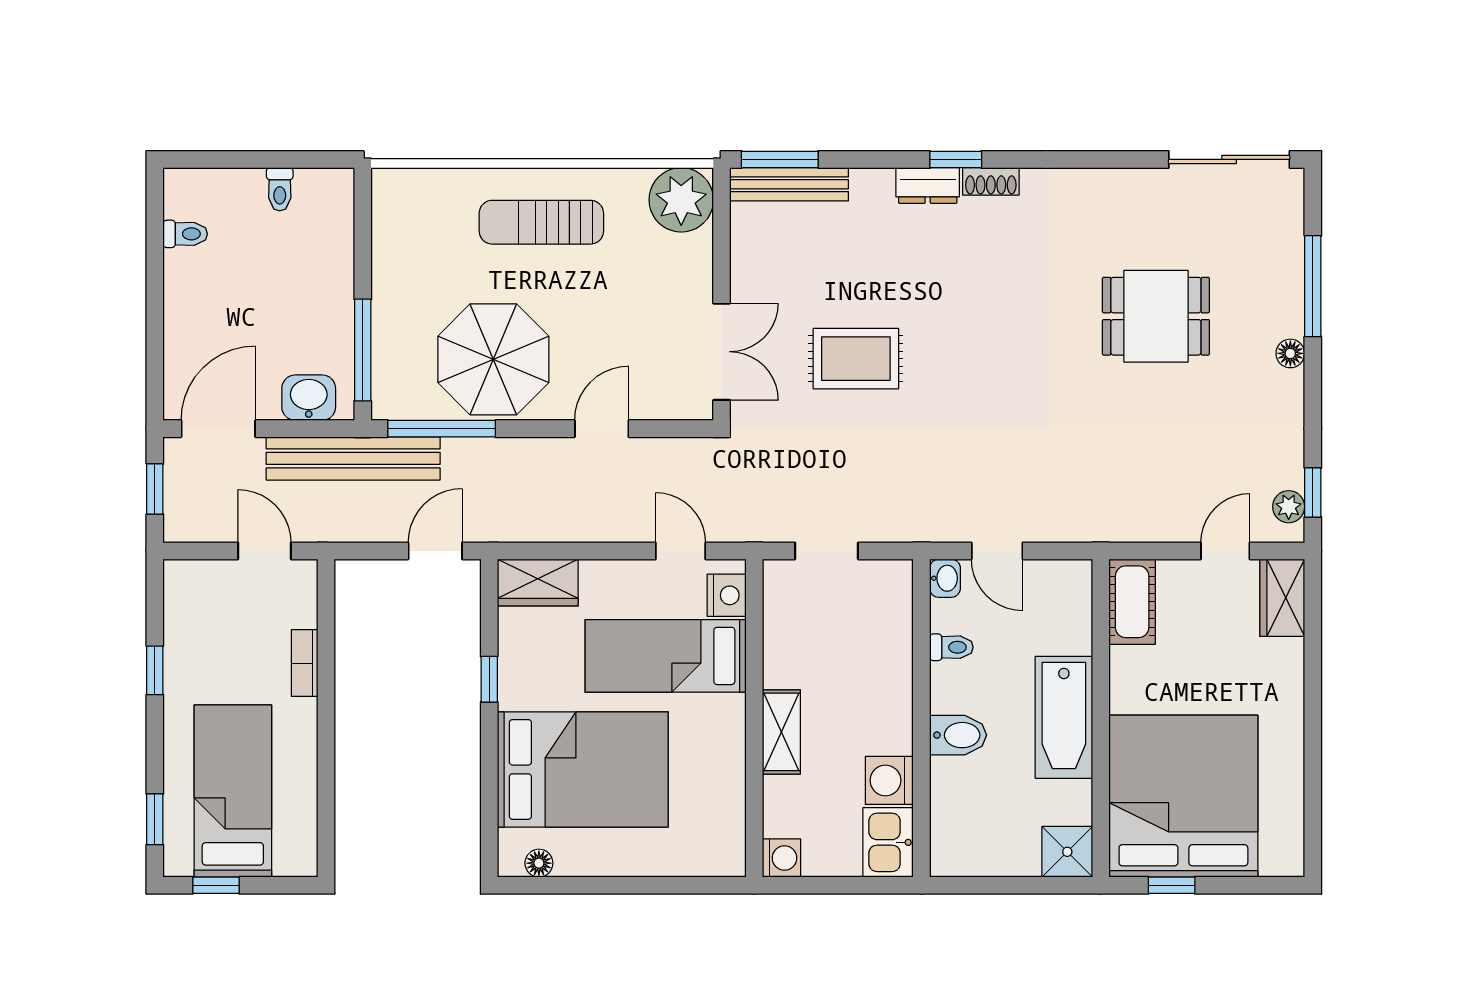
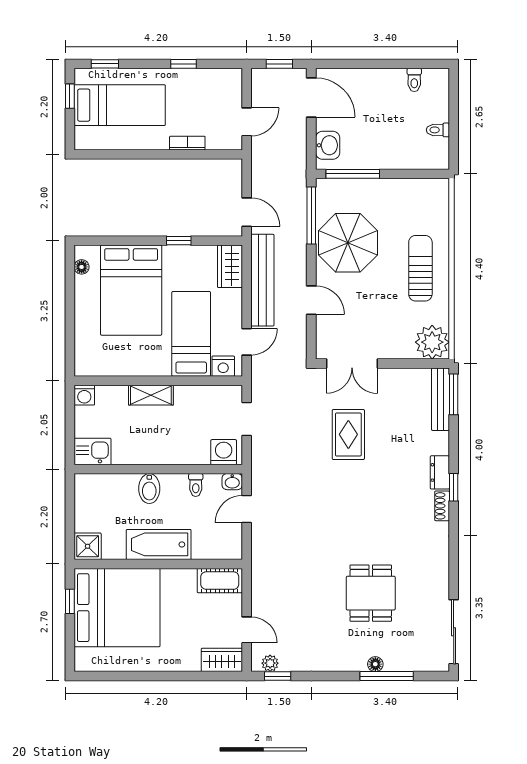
floor lamp: (1290, 353) -> (375, 664), moved
bench: (353, 458) -> (262, 280), moved
washing machine: (889, 780) -> (224, 452), moved

